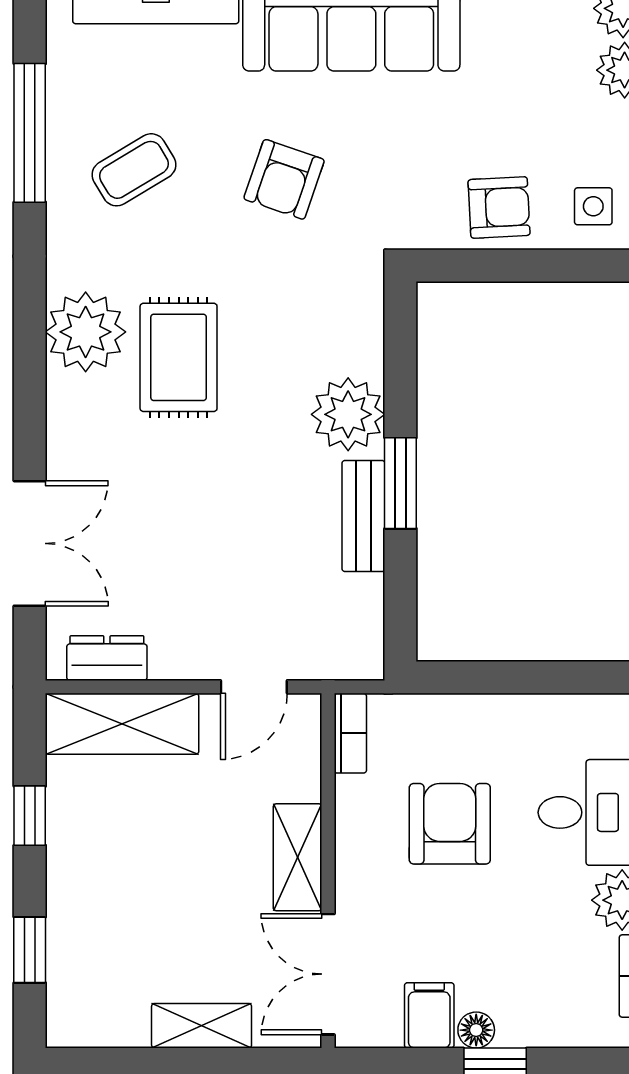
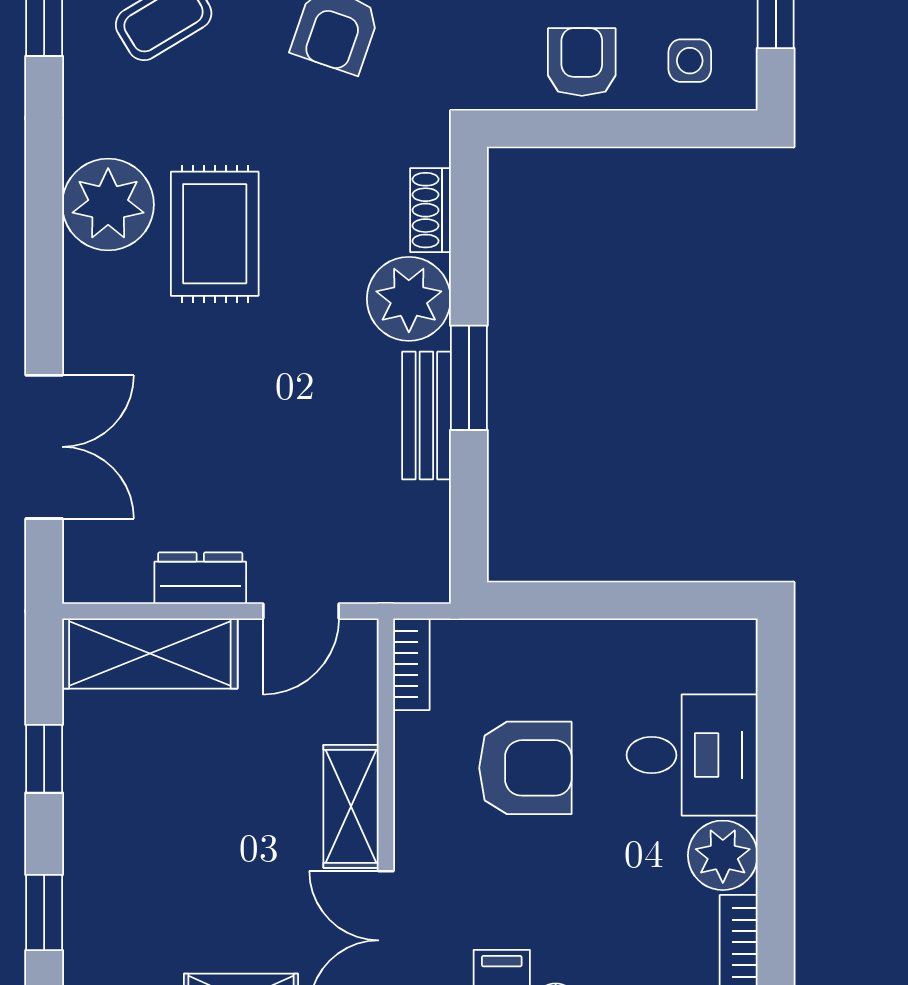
armchair: (499, 207) -> (582, 62), turned -87
shoe rack: (367, 337) -> (430, 210), added
dresser: (107, 658) -> (200, 578), moved
armchair: (450, 824) -> (525, 768), turned 90

